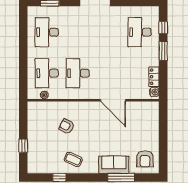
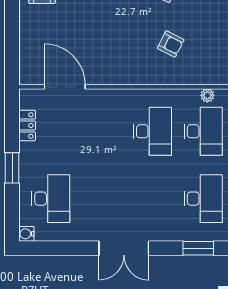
window: (163, 28) -> (12, 206), removed
water cooler: (154, 92) -> (26, 234), moved
door: (113, 100) -> (65, 87), moved

